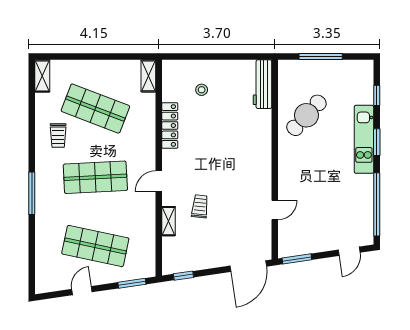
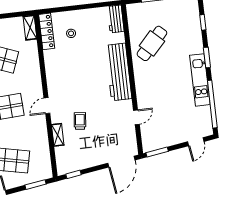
workbench: (262, 84) -> (116, 19), width x0.73
locker: (170, 125) -> (47, 31), moved
kitchen unit: (364, 139) -> (200, 80), moved
workbench: (258, 148) -> (119, 72), added

